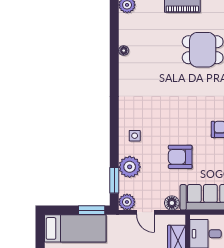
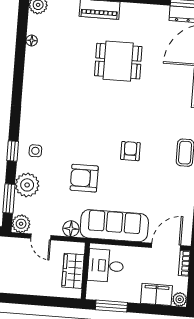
floor lamp: (124, 51) -> (32, 40), moved
window: (114, 138) -> (13, 151), added

